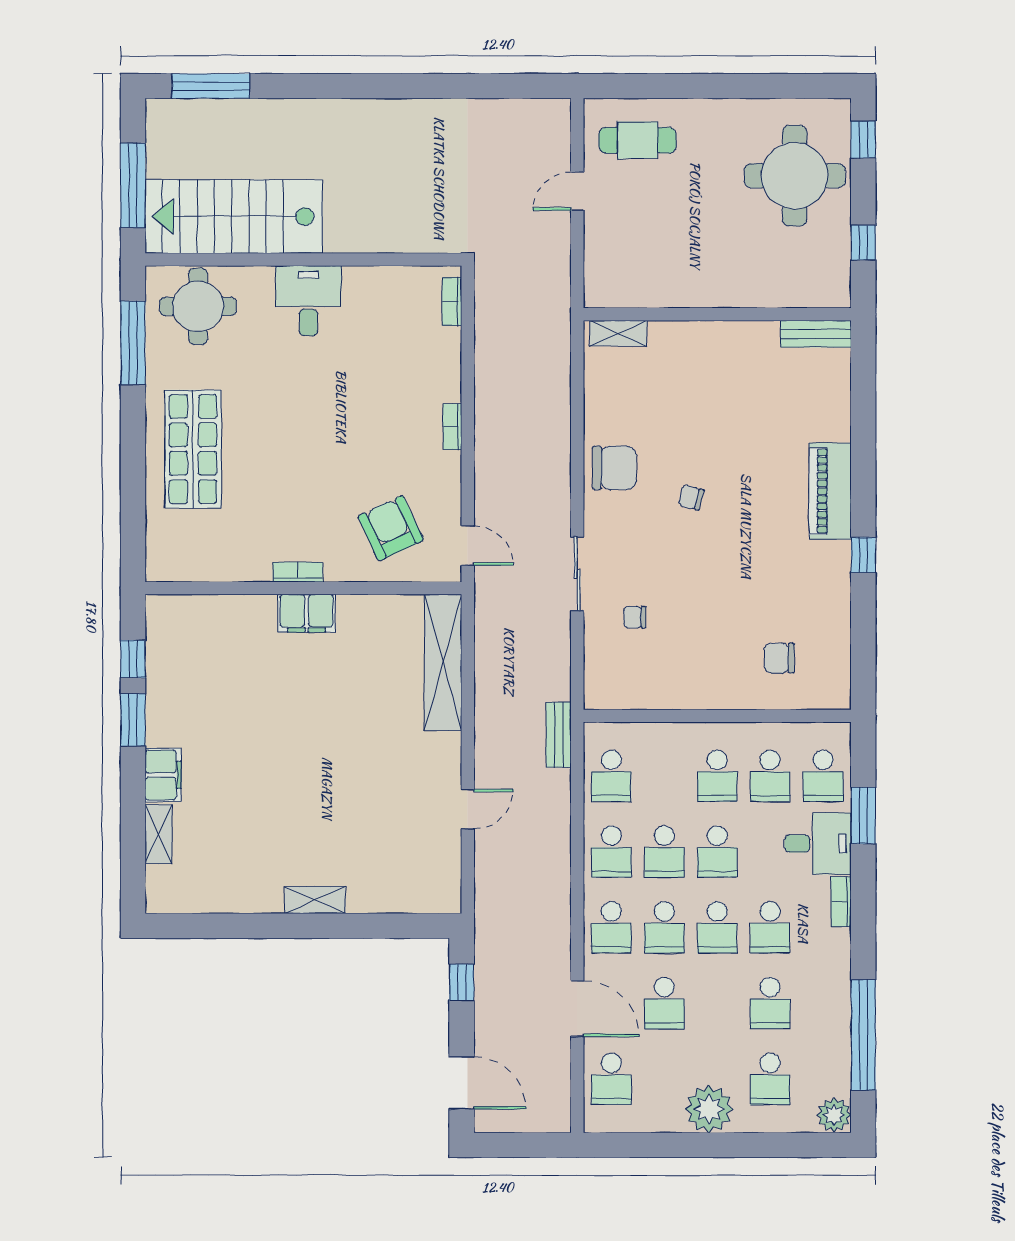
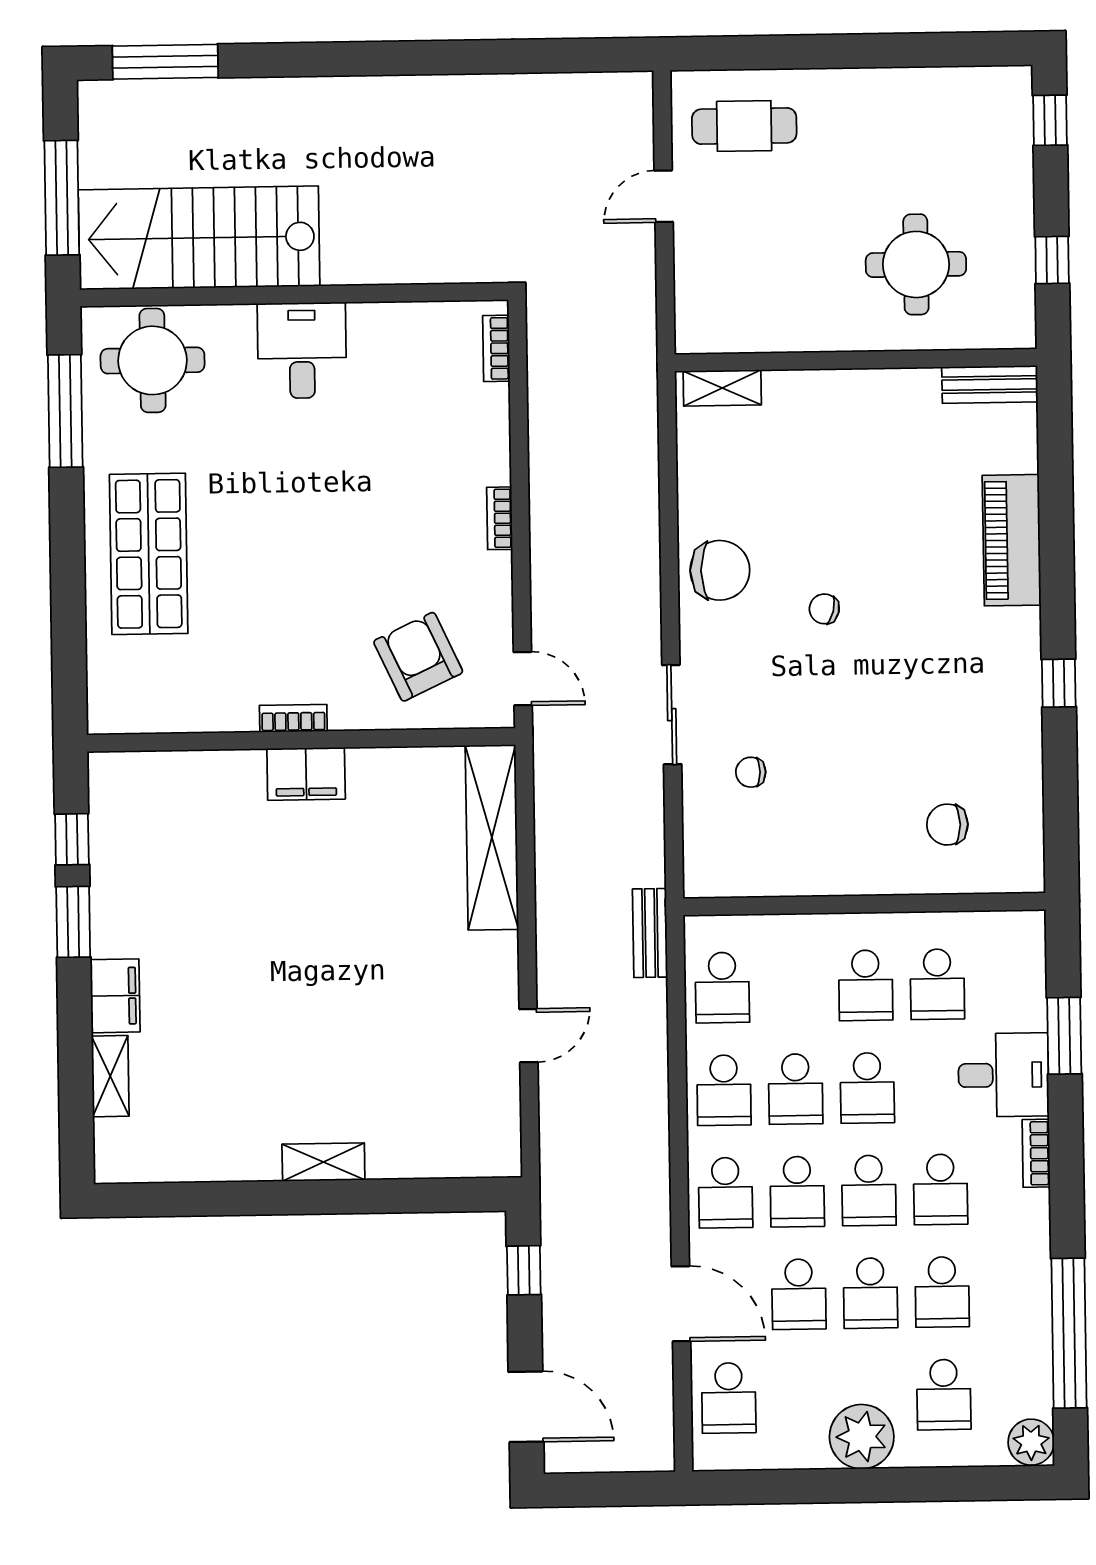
round table: (795, 176) -> (916, 264), moved, width x0.73, depth x0.73
piano: (830, 491) -> (1012, 540), moved
school desk: (823, 776) -> (870, 1293), moved

